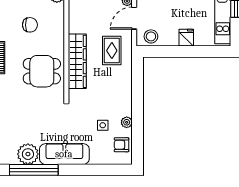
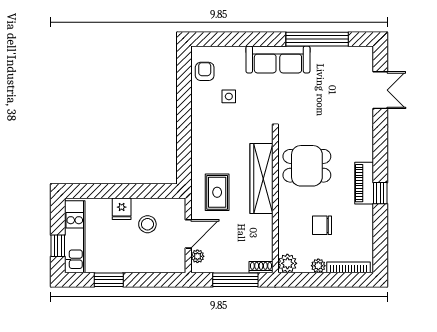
stool: (151, 36) -> (147, 224), moved
plant: (127, 122) -> (198, 100), removed
armchair: (121, 145) -> (205, 71), turned -90
plant: (28, 154) -> (325, 59), removed

